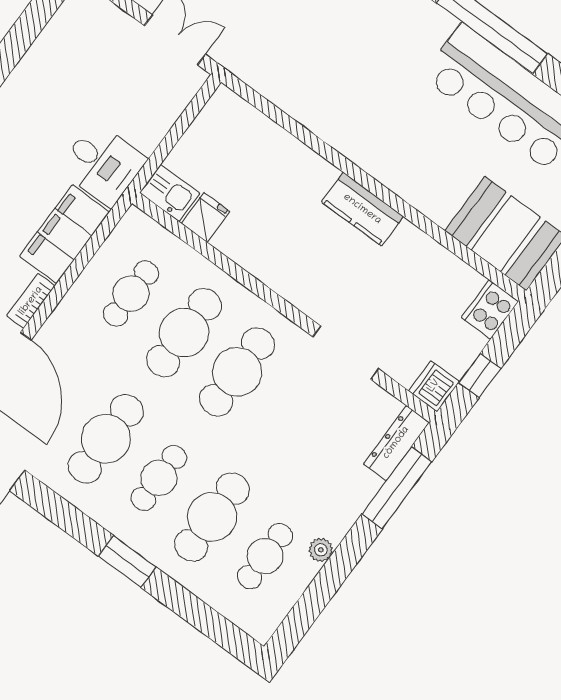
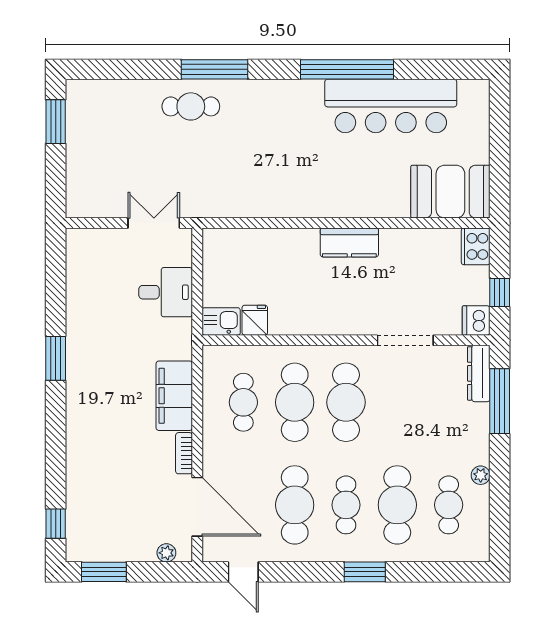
desk: (102, 164) -> (166, 292), moved

